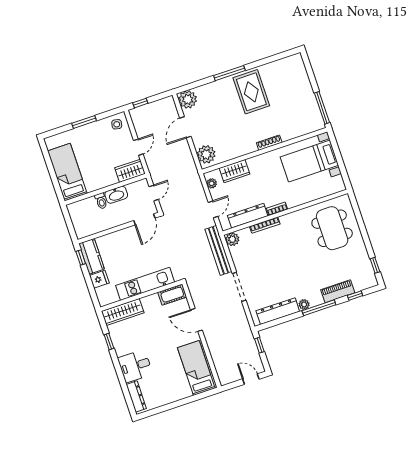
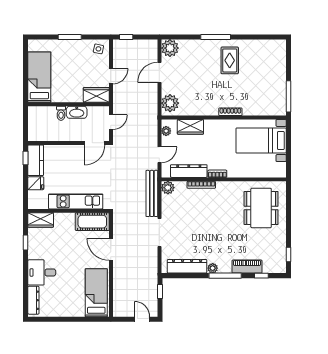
rug: (251, 92) -> (230, 60), width x0.73, depth x0.70
cot: (172, 295) -> (92, 222), width x1.37, depth x1.34
wardrobe: (123, 312) -> (41, 220), width x0.67

